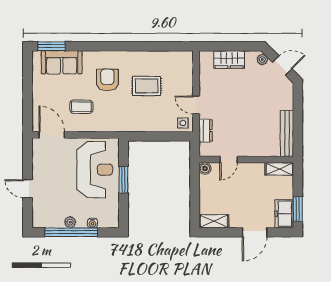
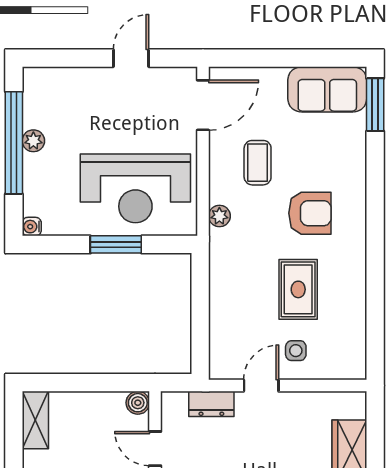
sofa: (62, 62) -> (327, 89), moved, turned -90
side table: (183, 123) -> (296, 351), moved
plant: (109, 126) -> (219, 216), added
door: (28, 189) -> (131, 58), moved
water cooler: (92, 223) -> (32, 227), moved

